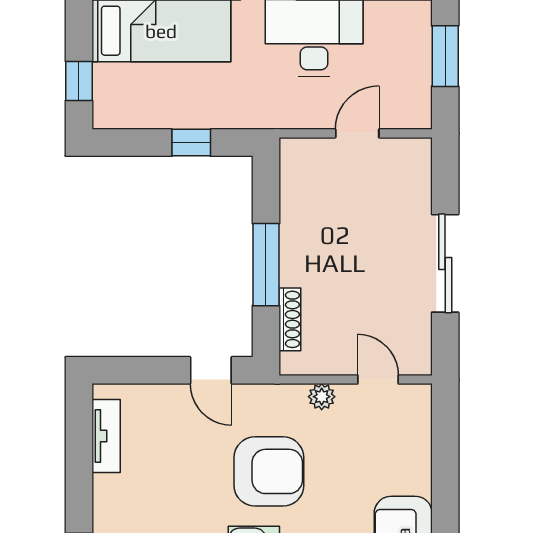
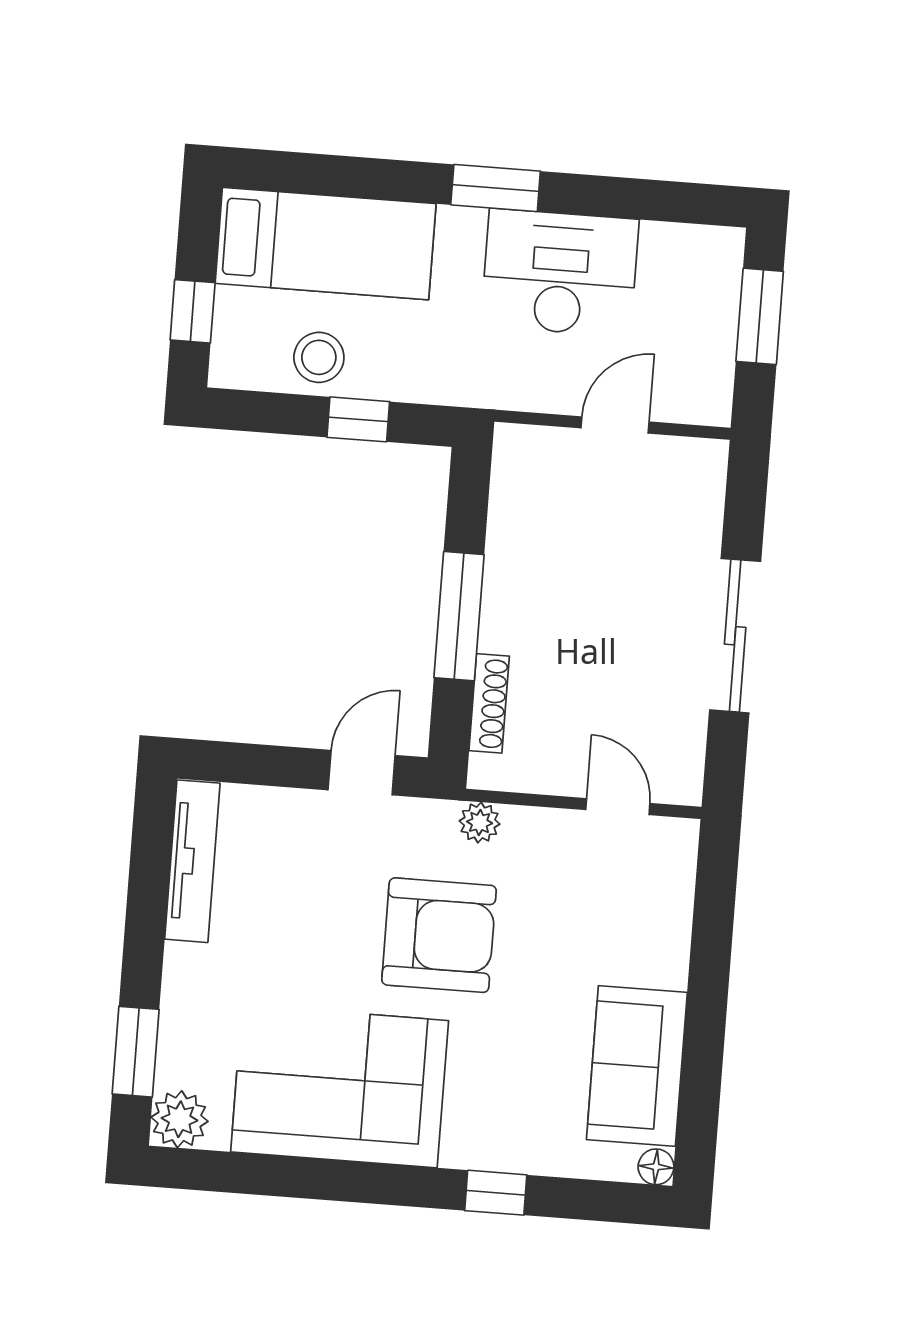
stool: (163, 104) -> (319, 357), added
door: (211, 370) -> (362, 773), swing flipped
plant: (322, 397) -> (480, 822), moved
tv unit: (106, 436) -> (192, 861), width x1.41

